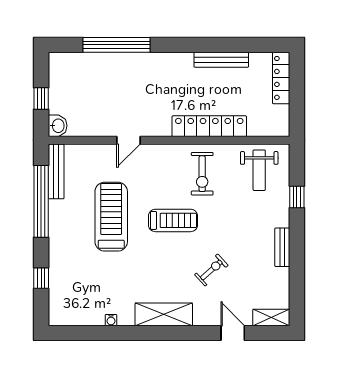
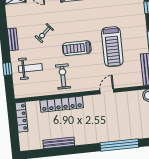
locker: (281, 78) -> (22, 117), moved
weight bench: (259, 170) -> (30, 68), moved, turned 90
exercise bike: (211, 270) -> (44, 33), moved

